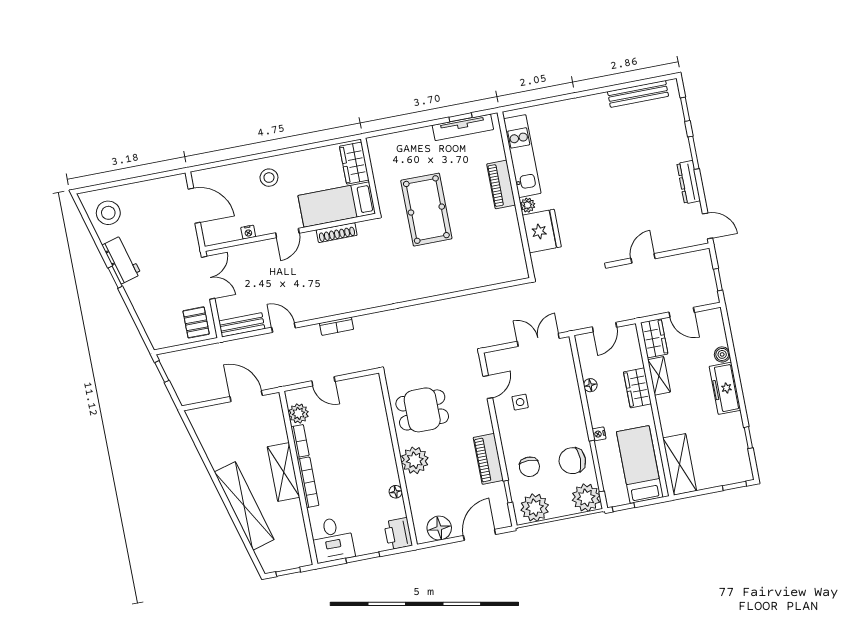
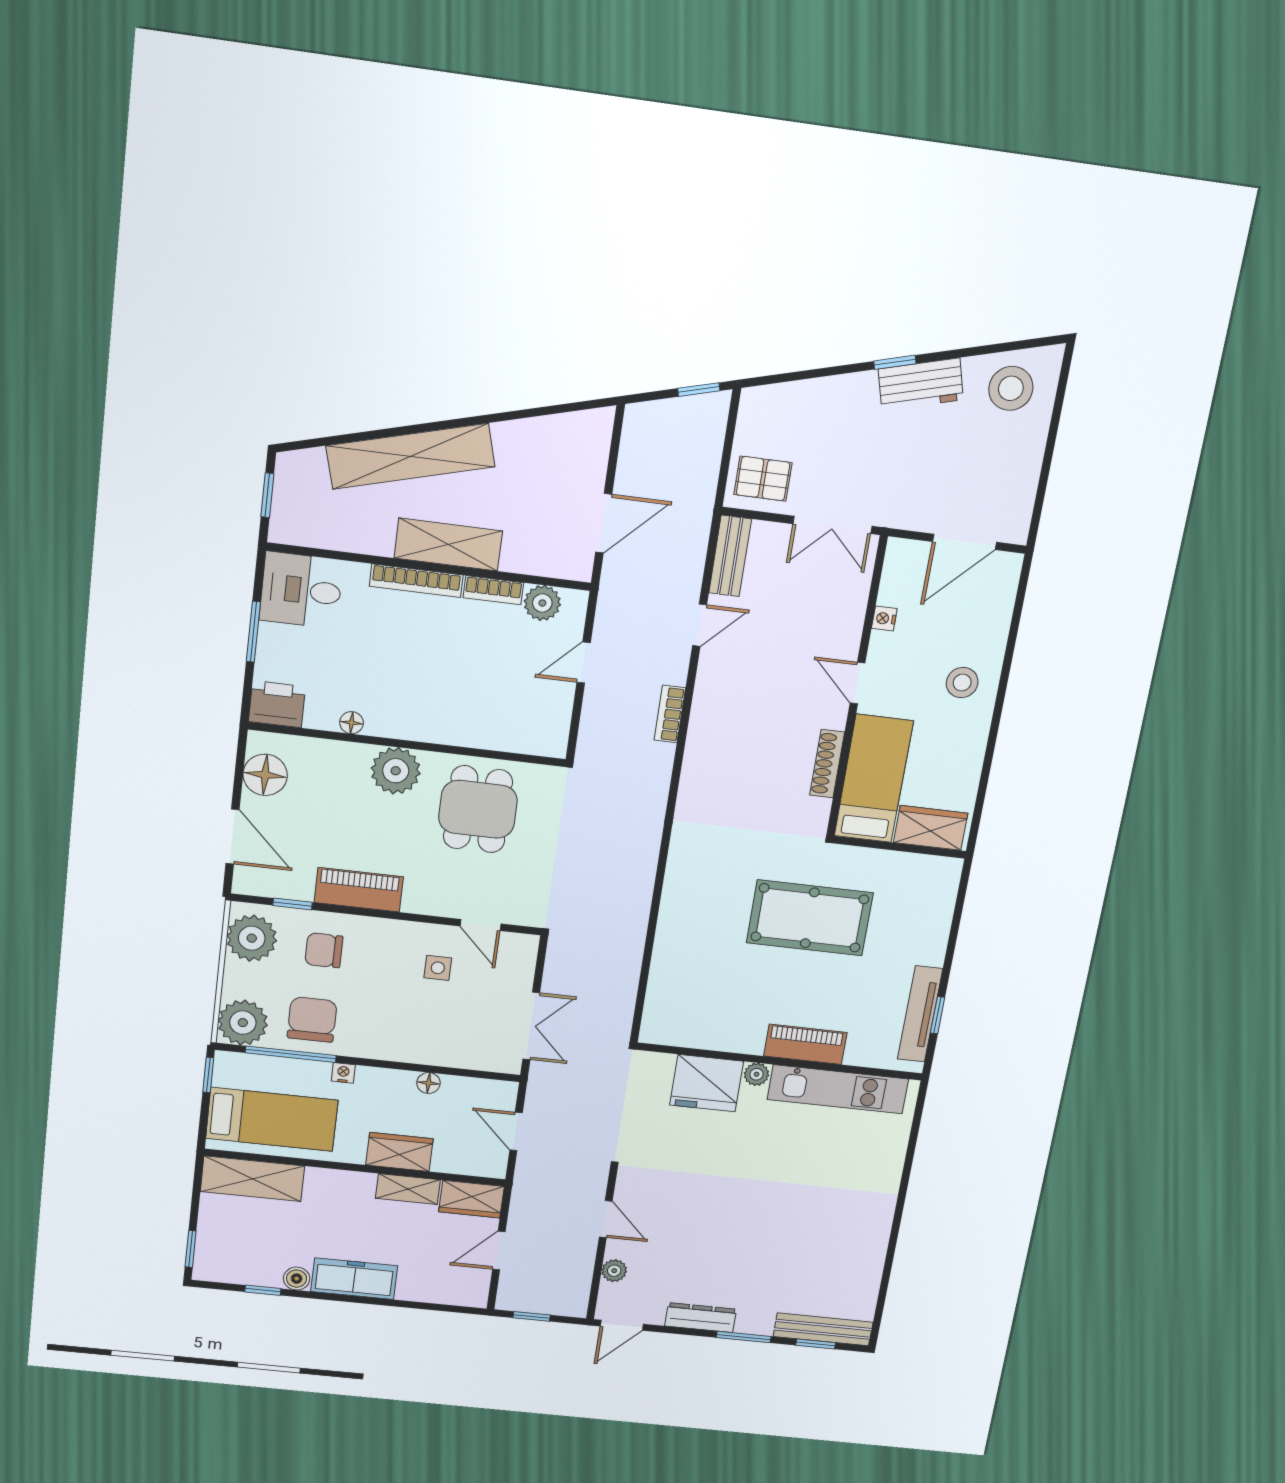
bench: (638, 94) -> (823, 1329), moved, turned 90
plant: (674, 242) -> (614, 1271), added
boiler: (722, 354) -> (297, 1279), moved

